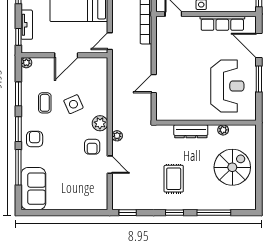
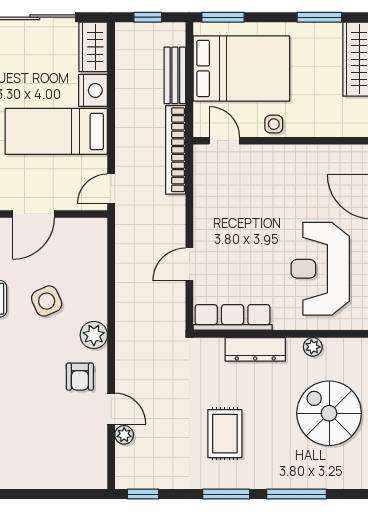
row of seats: (222, 23) -> (233, 317), moved, turned 180
reception desk: (227, 86) -> (320, 269), turned 180
plant: (117, 136) -> (124, 435), moved
spiral stairs: (232, 167) -> (329, 413), turned -90
window: (174, 213) -> (226, 494), width x1.50

